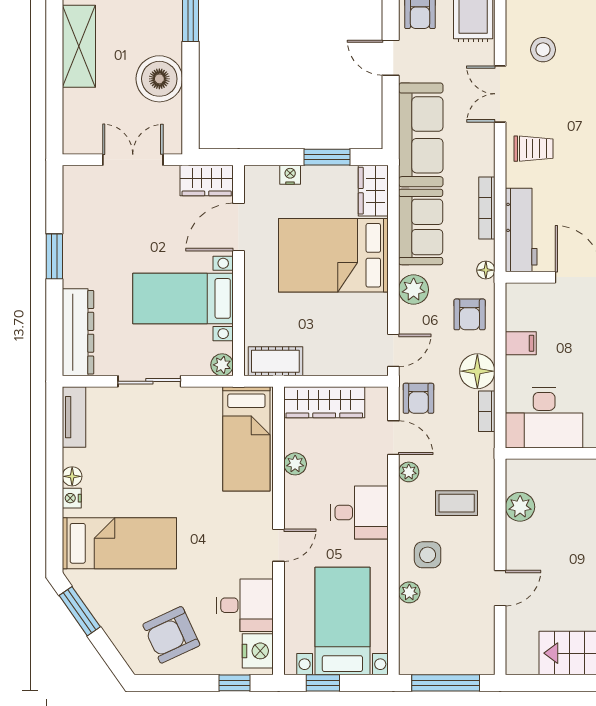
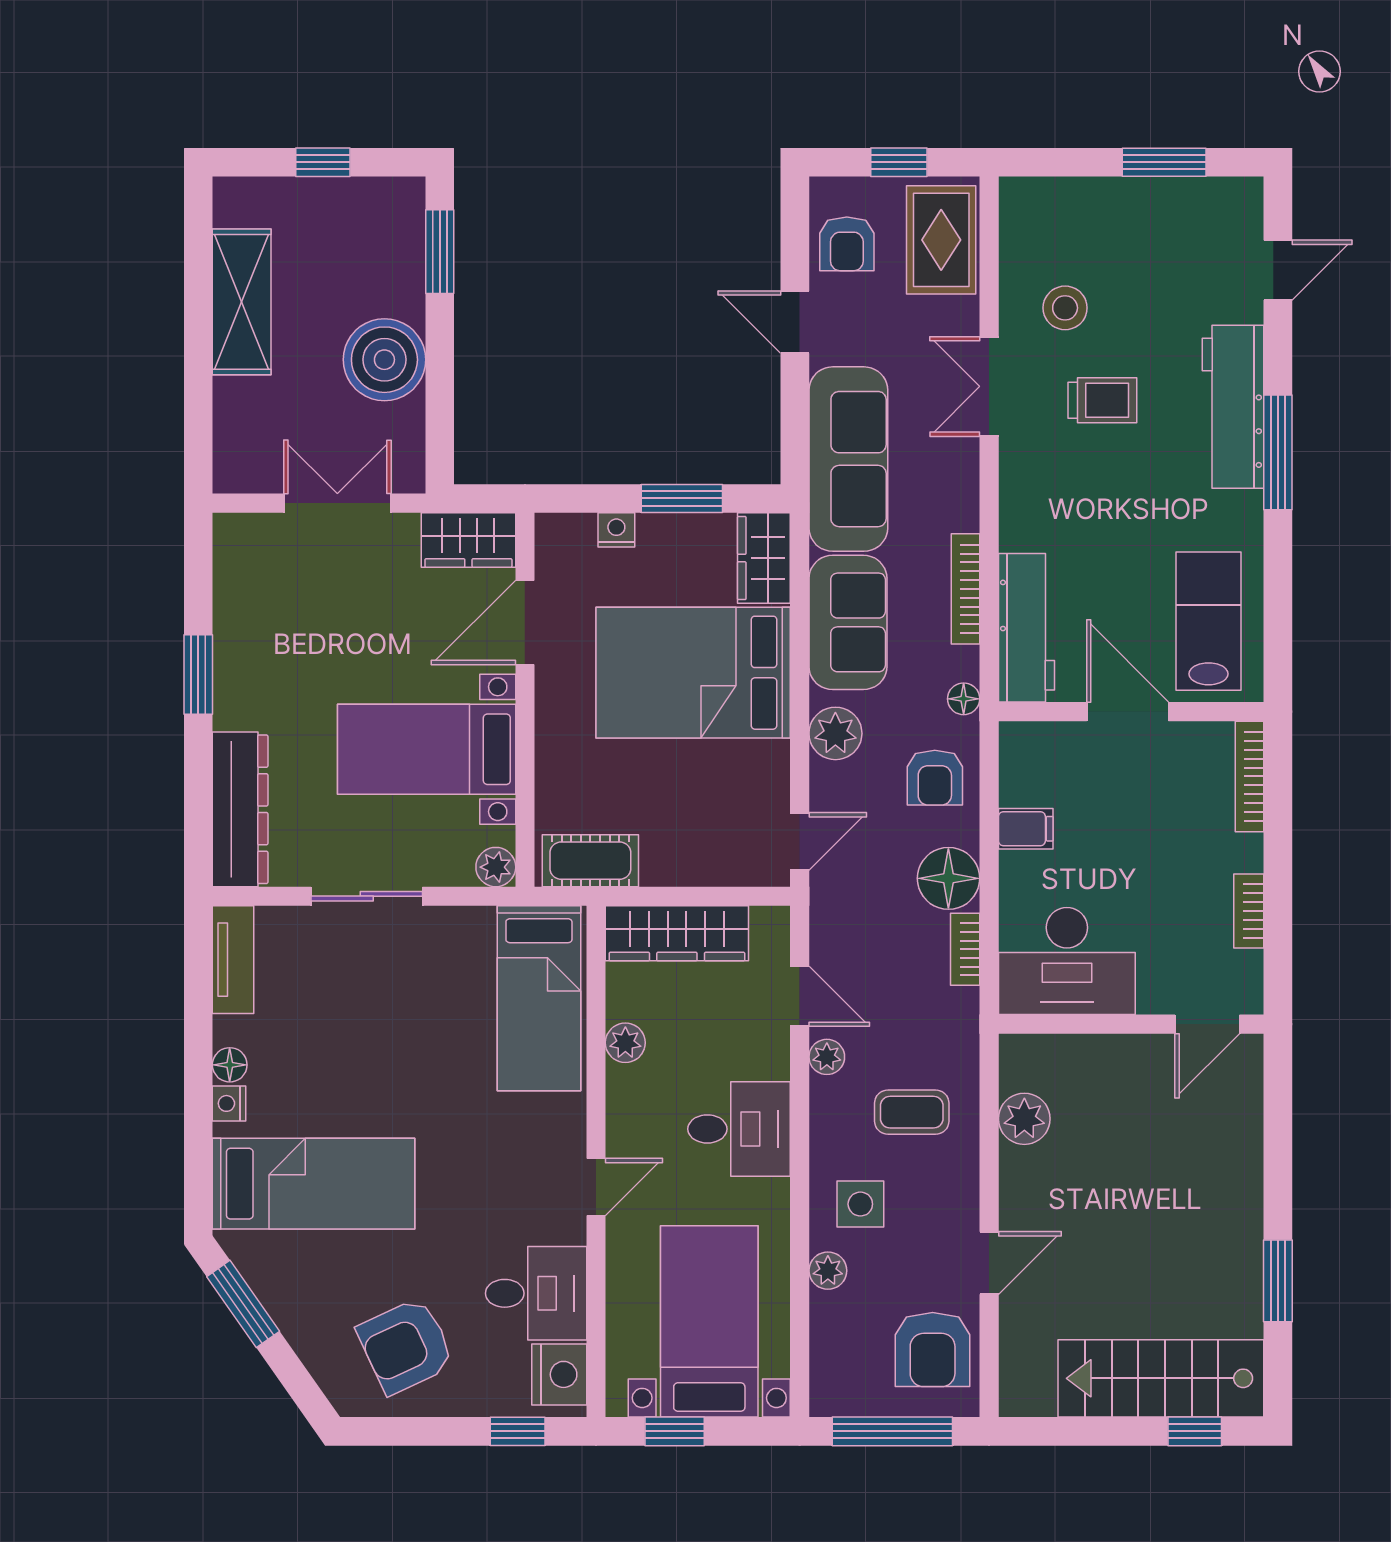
trolley: (534, 149) -> (1102, 400), moved
armchair: (418, 398) -> (933, 1350), moved, width x1.38, depth x1.38

